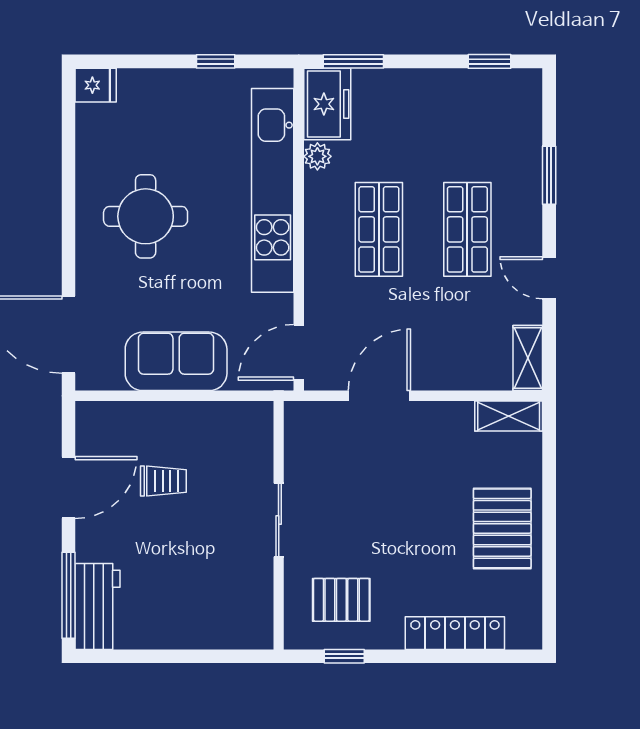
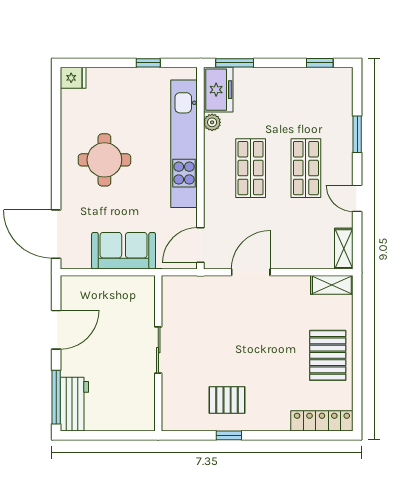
trolley: (163, 481) -> (116, 326), removed
sliding door: (279, 520) -> (158, 350), moved
wall: (279, 525) -> (158, 353), moved
locker: (455, 633) -> (322, 421), moved

